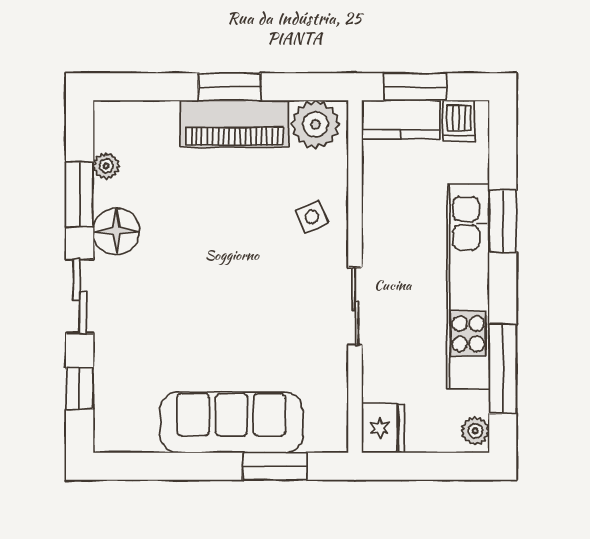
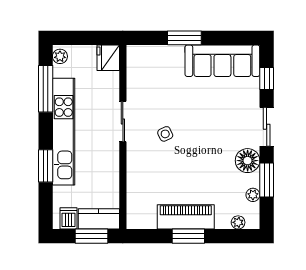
plant: (315, 124) -> (238, 222), moved, width x0.53, depth x0.53
side table: (312, 217) -> (165, 134), moved
sofa: (231, 423) -> (222, 61), moved
window: (275, 466) -> (184, 38), moved

